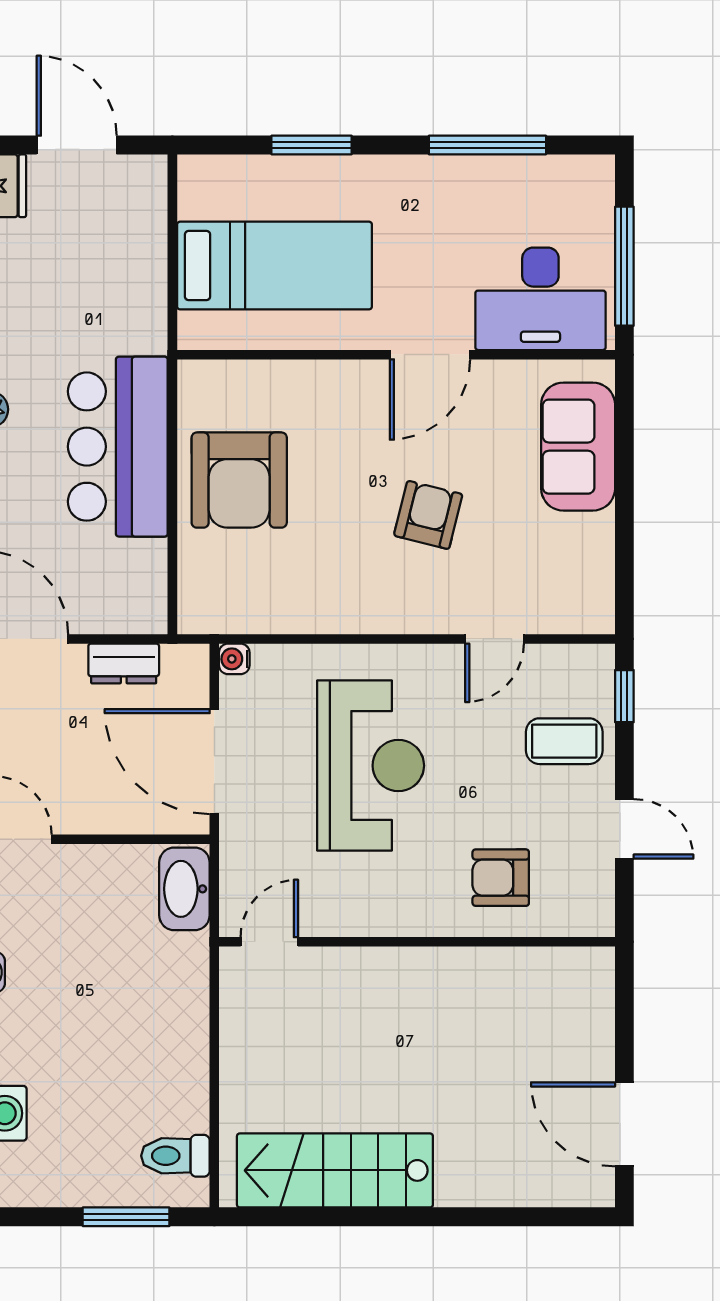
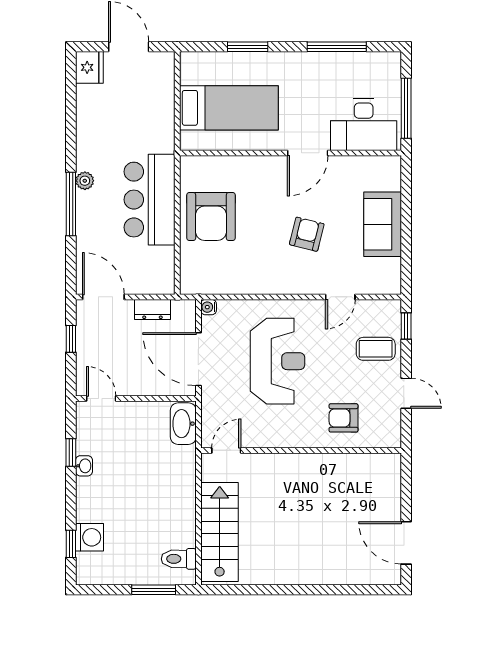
sofa: (578, 447) -> (383, 224), moved
stairs: (335, 1170) -> (220, 532), moved, turned 90

